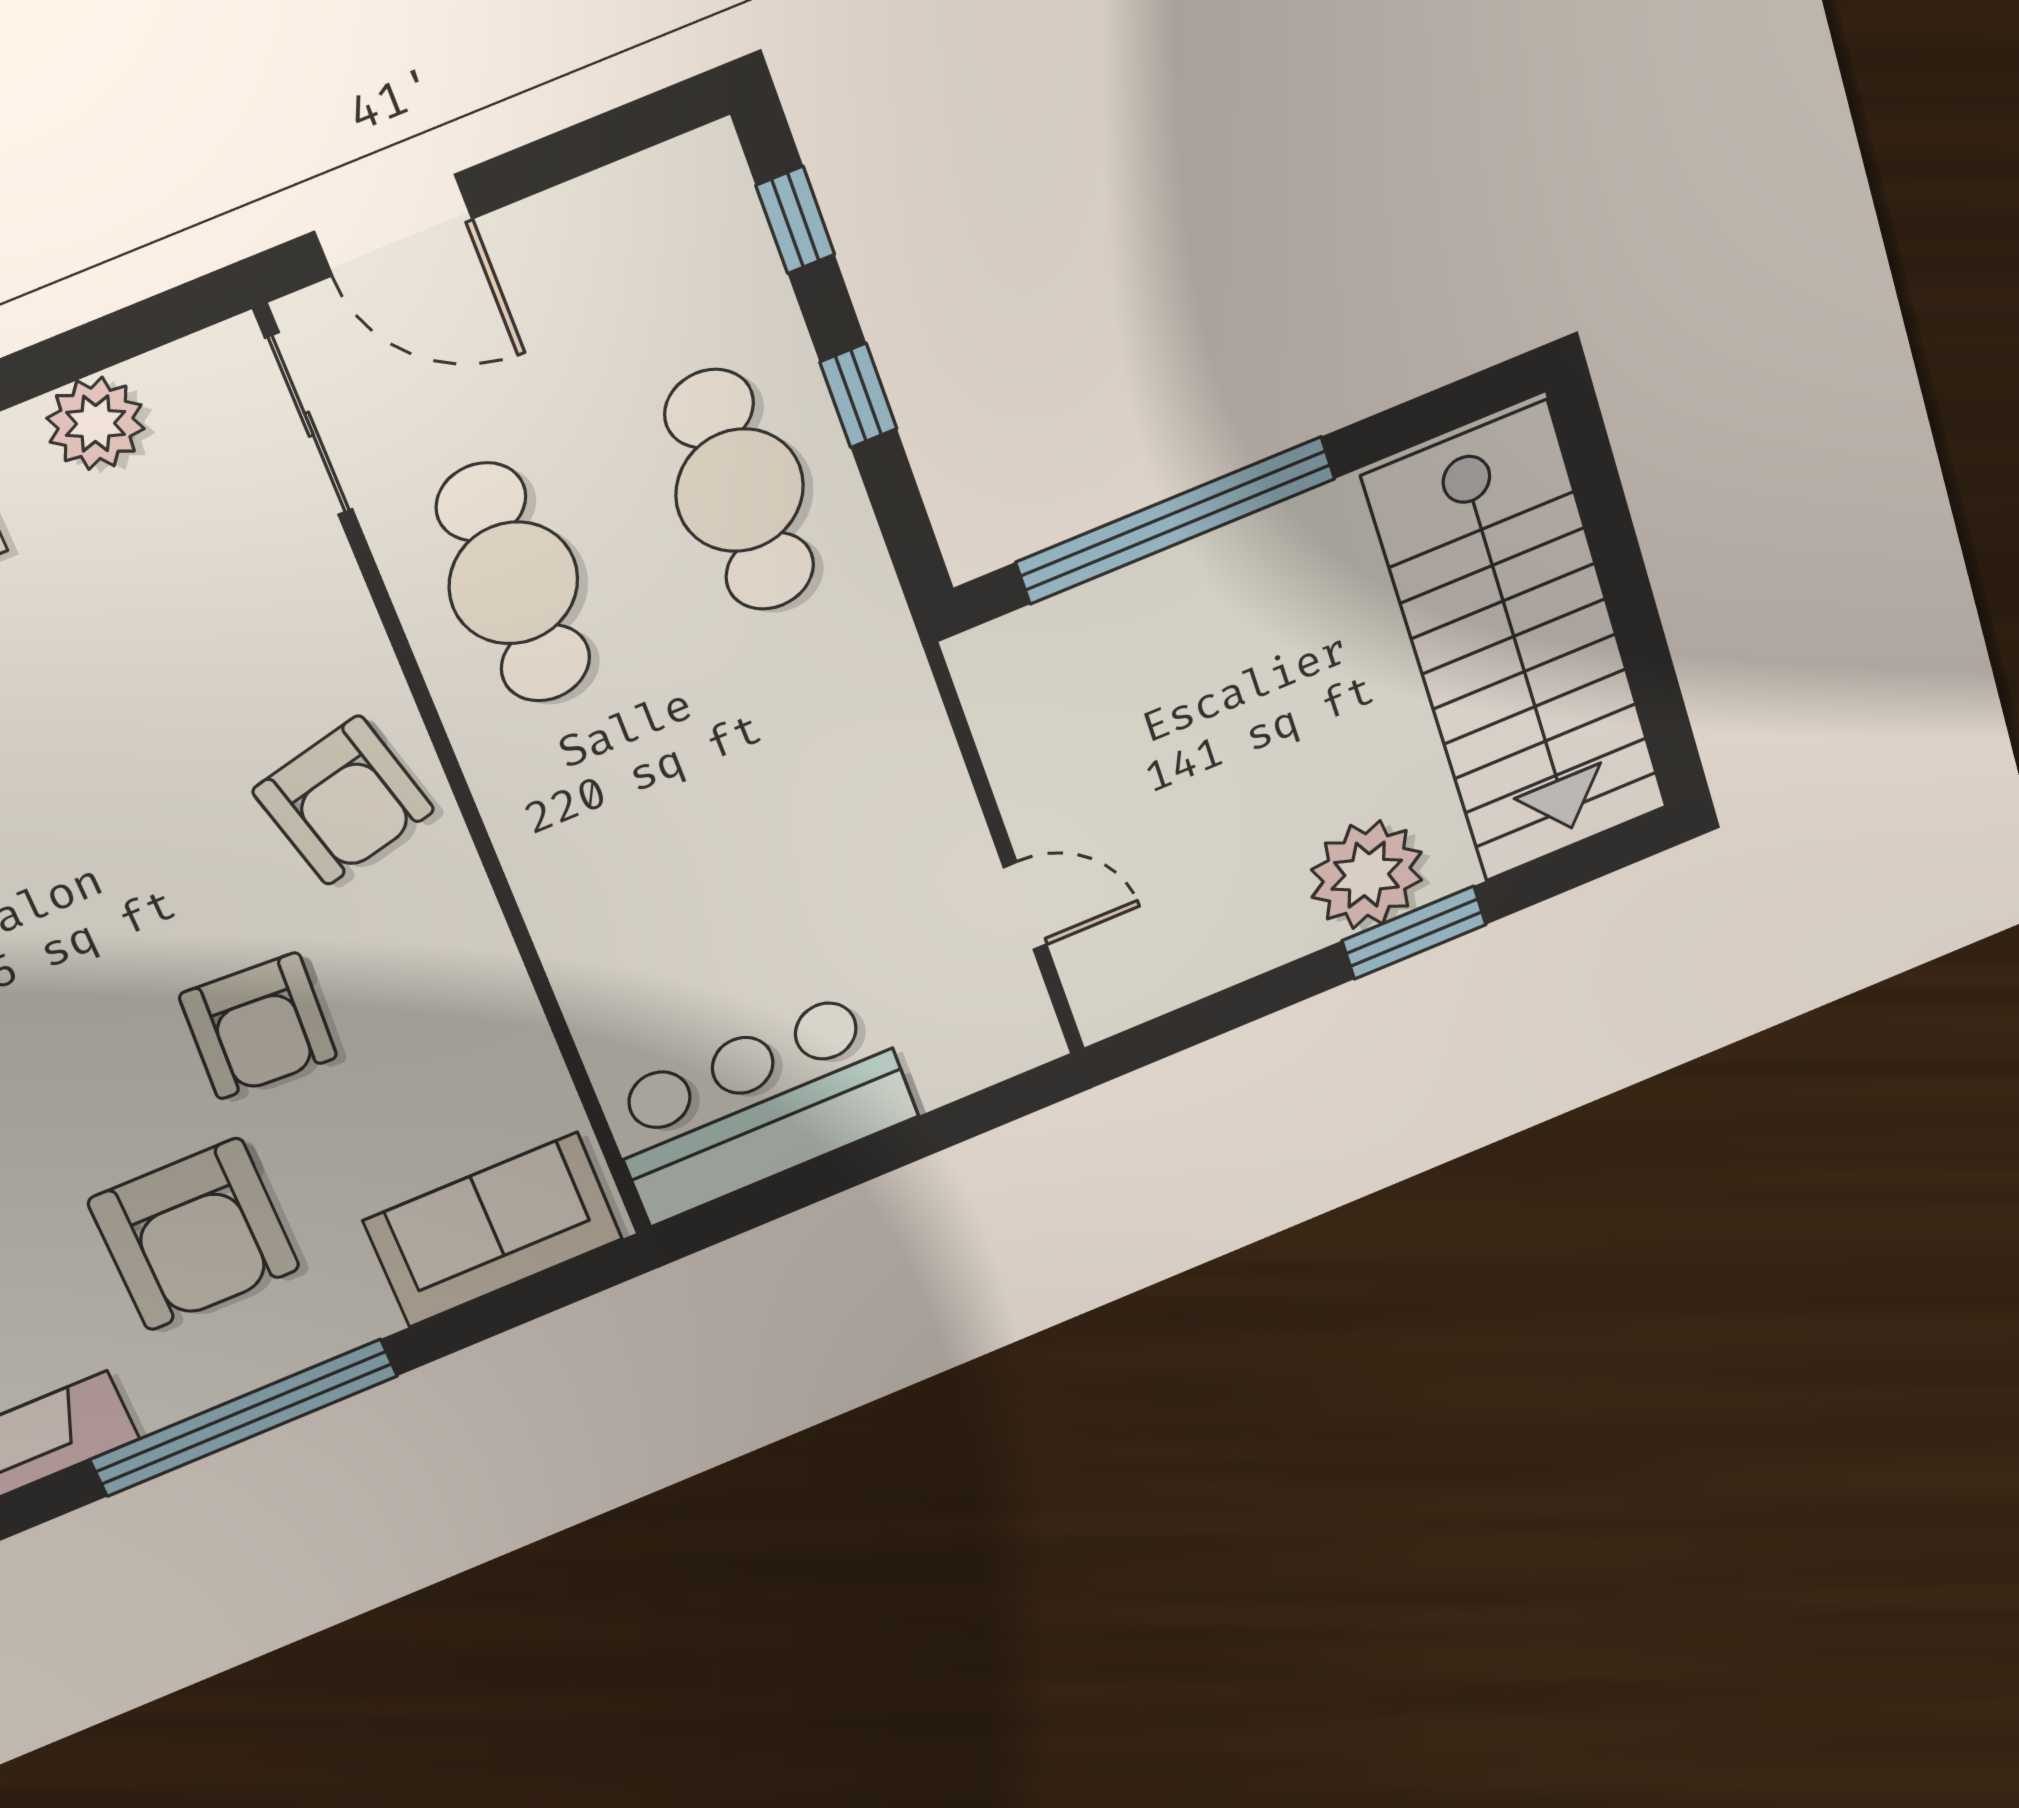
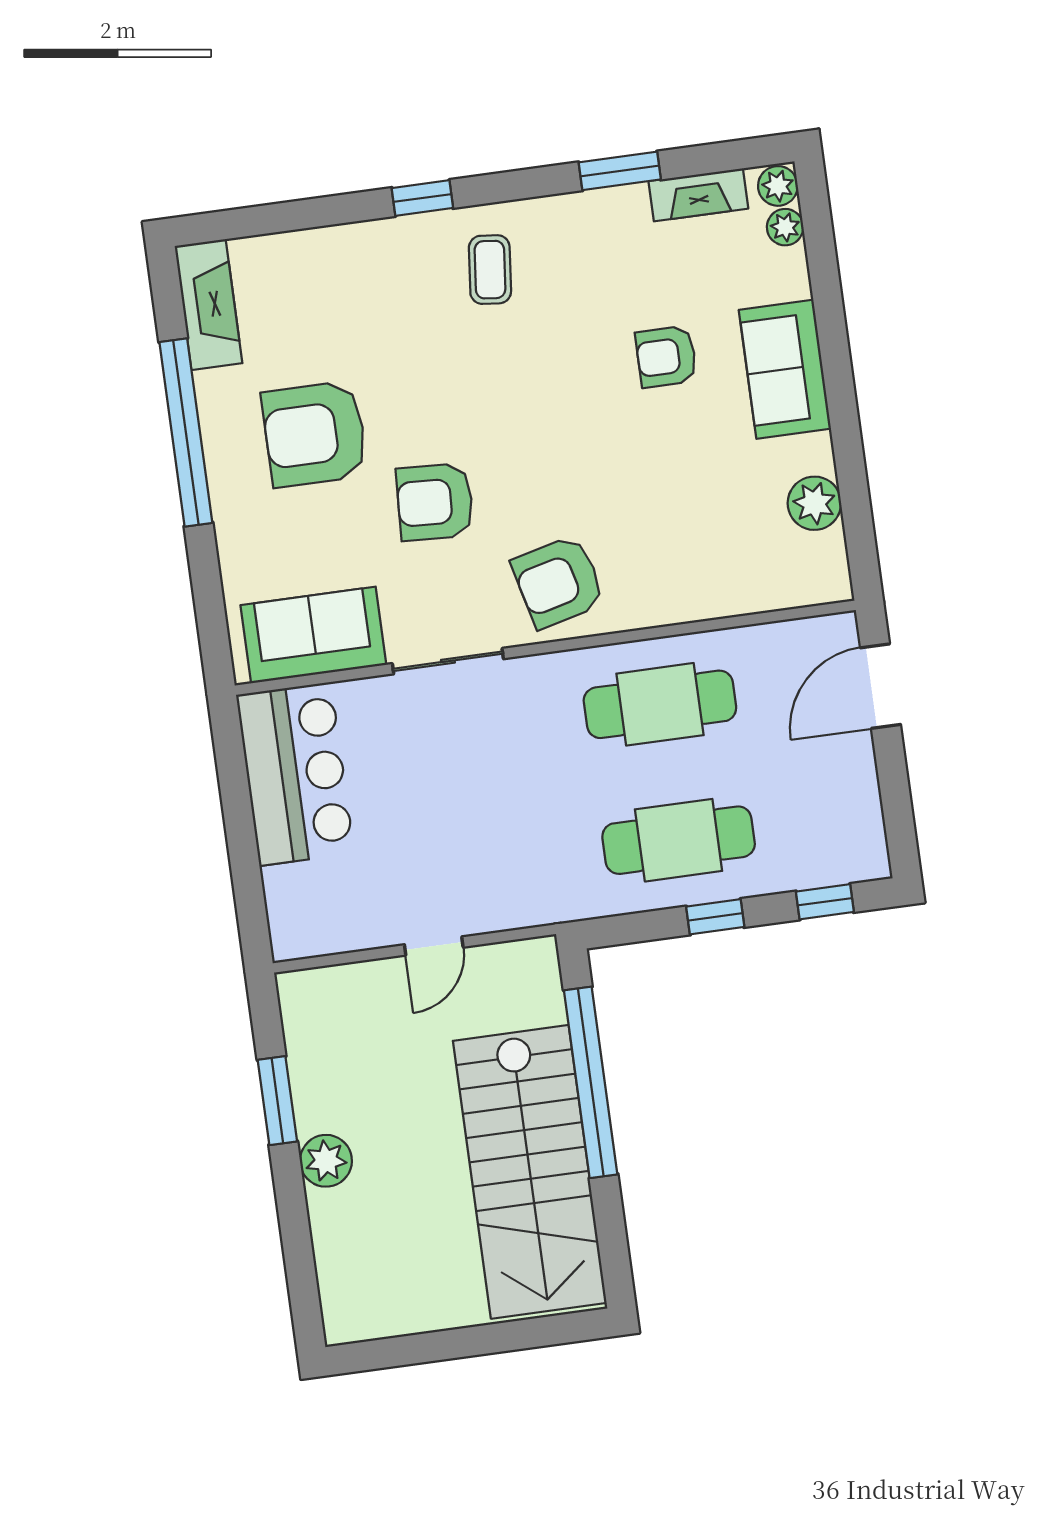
sliding door: (309, 424) -> (448, 661), moved
stairs: (1516, 645) -> (530, 1172), moved, turned -90
plant: (1367, 875) -> (326, 1161), width x0.73, depth x0.73
door: (1025, 906) -> (434, 946), moved
window: (1414, 933) -> (277, 1101), moved
sofa: (493, 1230) -> (313, 635), moved, turned -90

